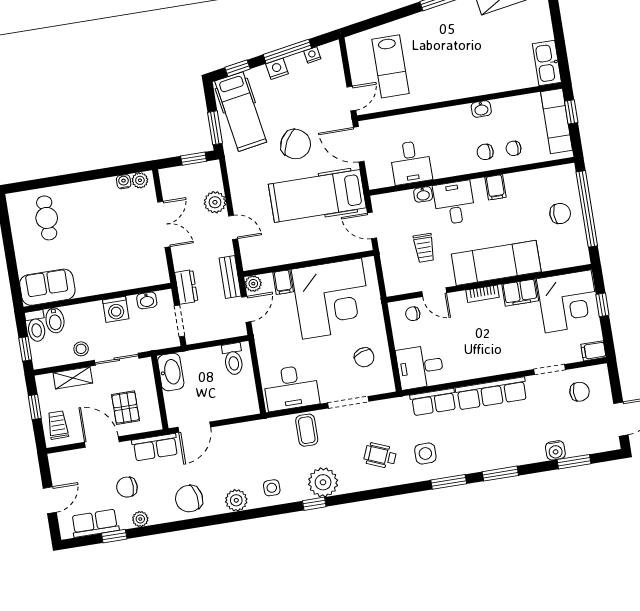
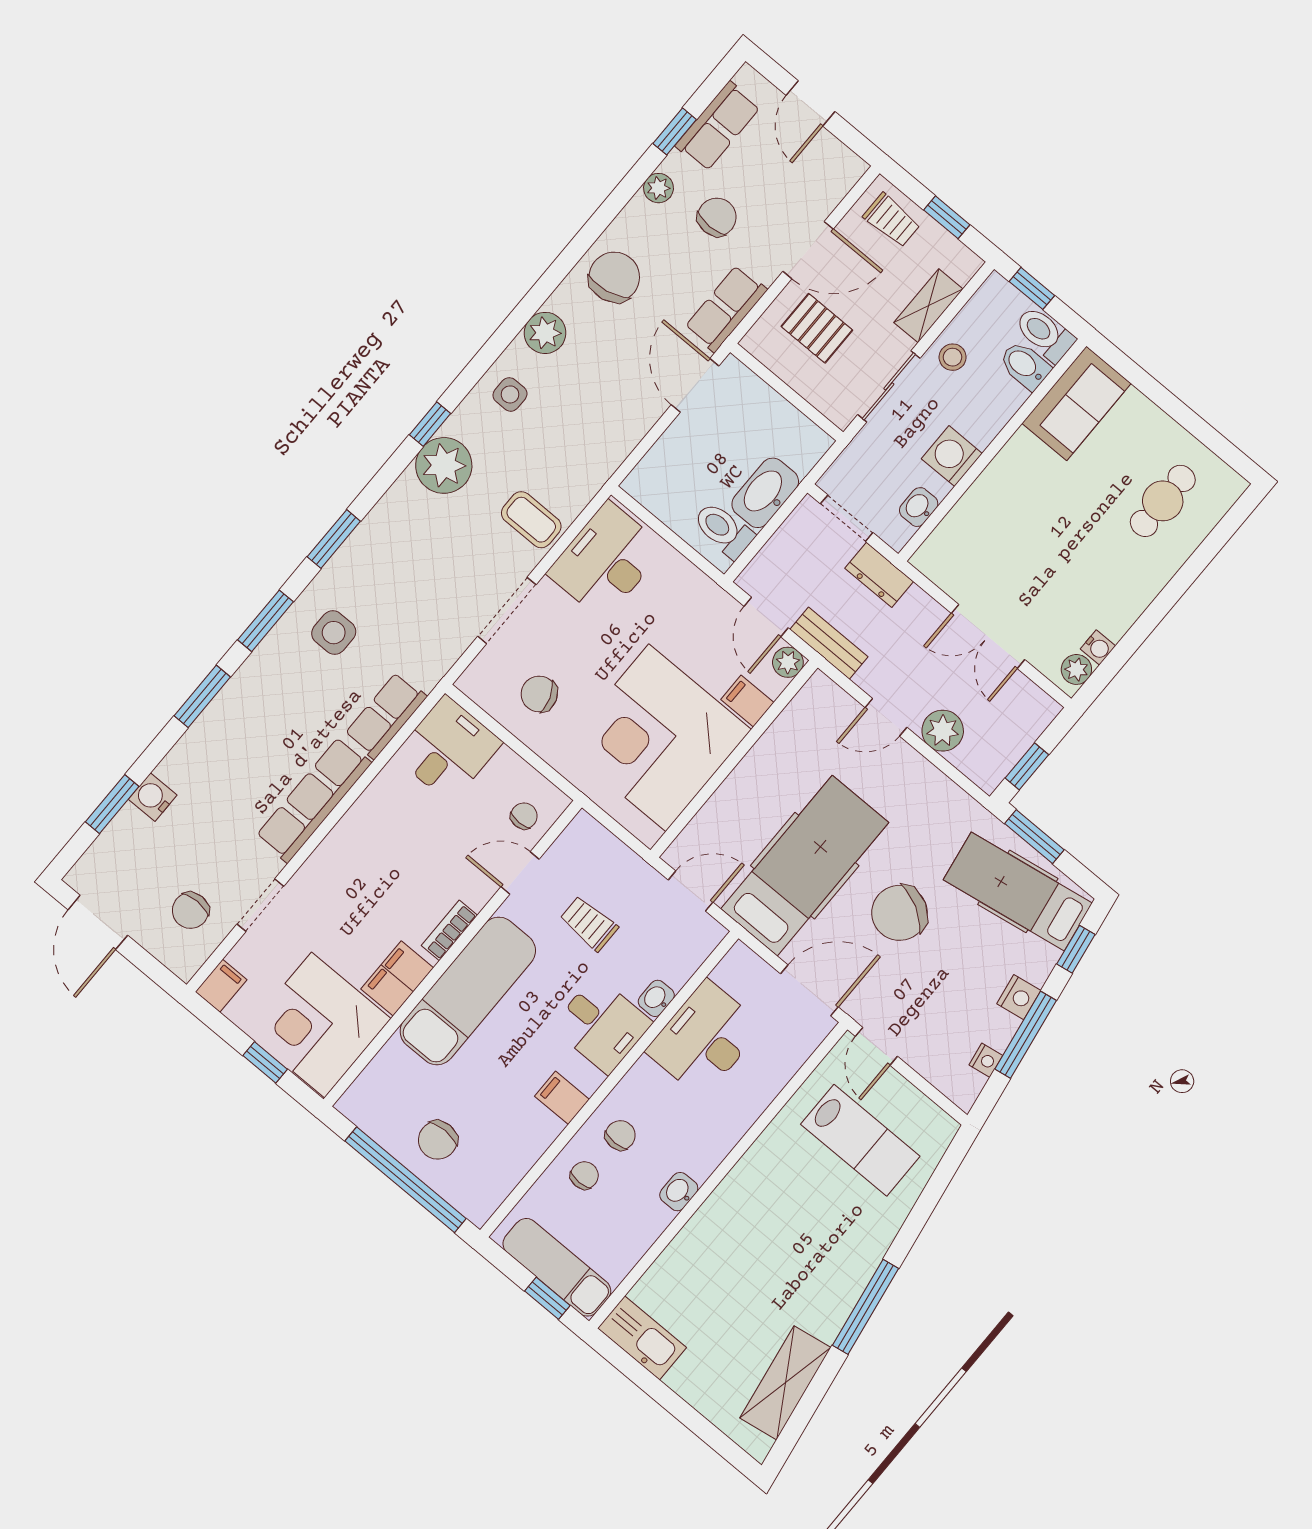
lab bench: (391, 66) -> (860, 1140), turned 180
desk: (411, 163) -> (705, 1039), width x1.37
cafe table: (47, 218) -> (1163, 501), turned 90
washbasin: (171, 372) -> (765, 493), moved, turned 90
wheelchair: (380, 456) -> (395, 574), removed
window: (393, 491) -> (334, 539), added

